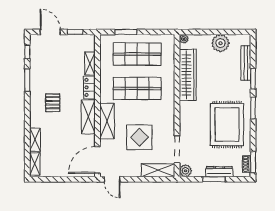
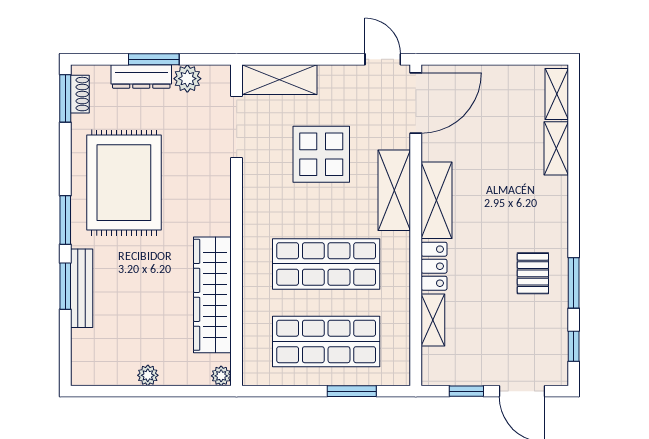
plant: (221, 43) -> (148, 375), width x0.53, depth x0.53
bench: (246, 63) -> (82, 288), moved
pallet: (53, 103) -> (533, 273), moved
plant: (186, 171) -> (187, 79), moved

